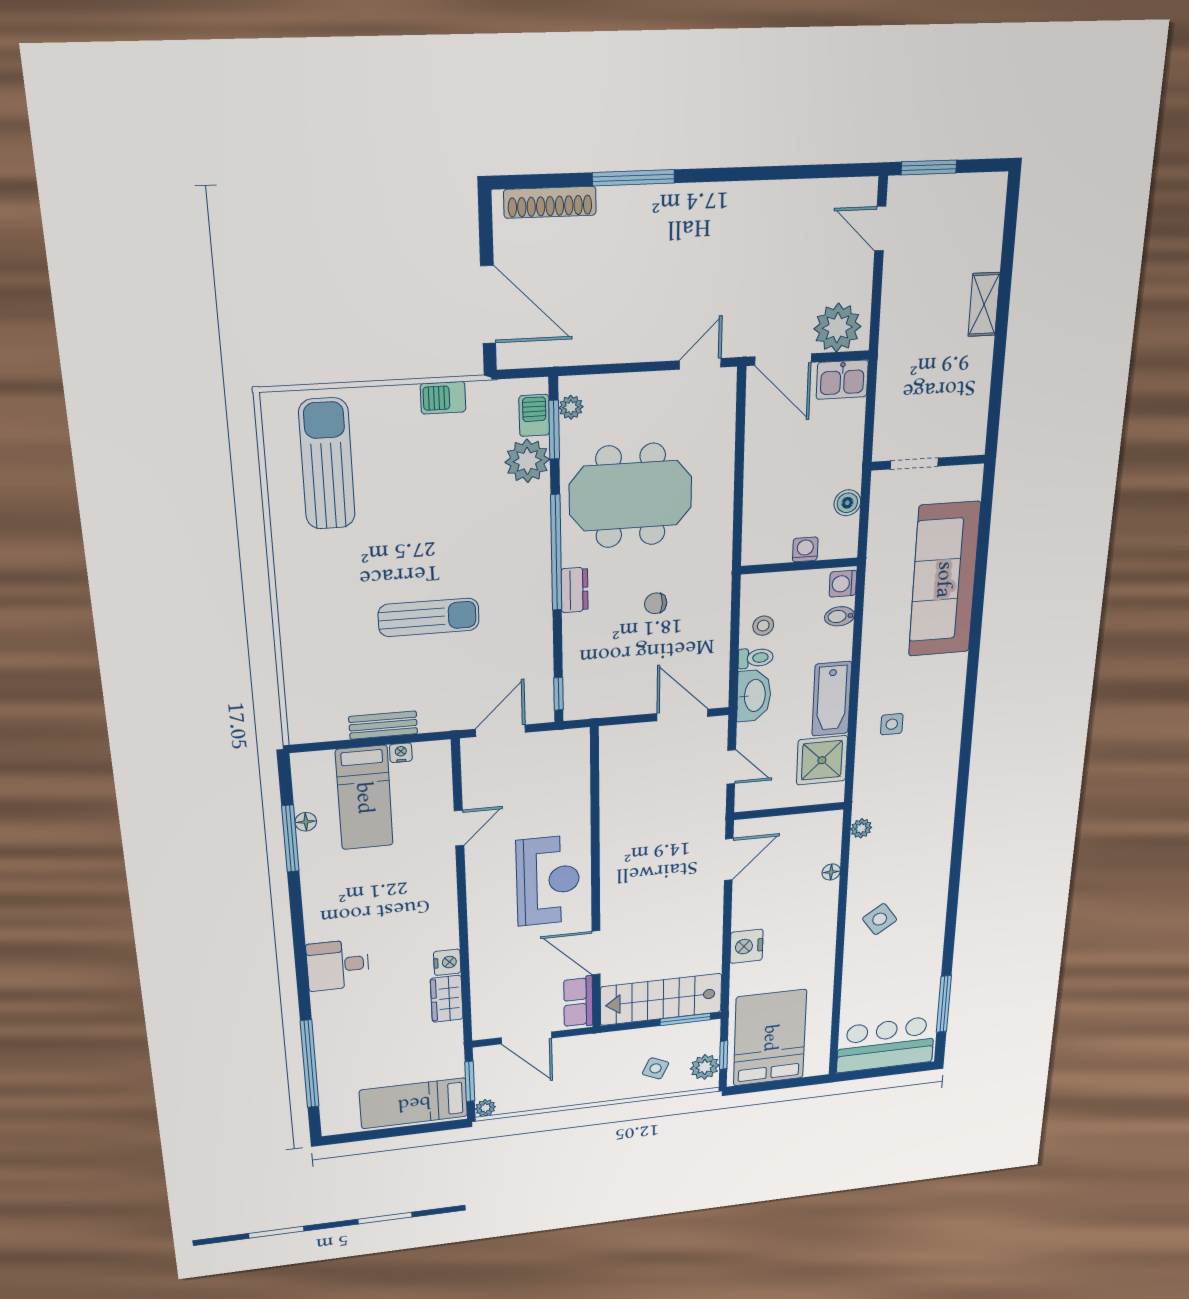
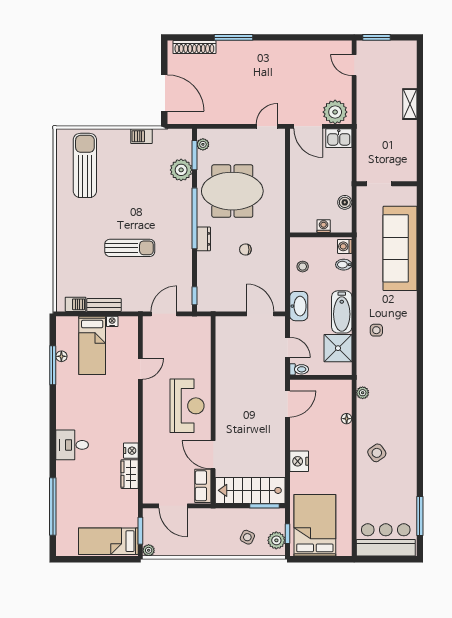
barbecue: (534, 415) -> (76, 304), moved, turned 90
toilet: (756, 658) -> (299, 369), moved

